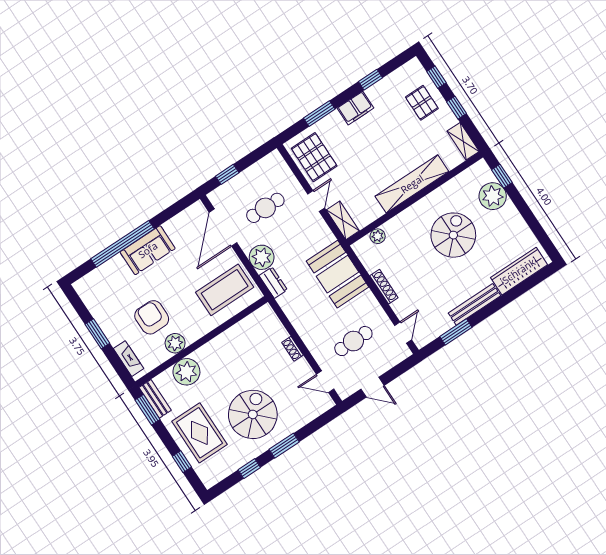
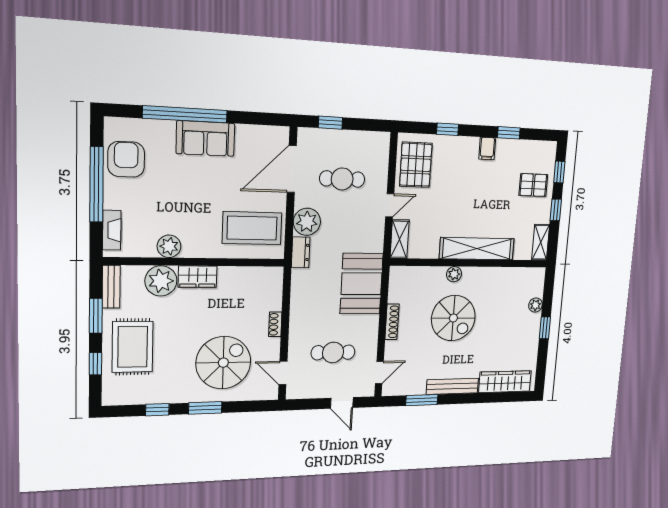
pallet: (422, 103) -> (533, 185), turned 90
filing cabinet: (356, 108) -> (487, 148), width x0.50
window: (319, 114) -> (448, 129), width x0.67
window: (502, 176) -> (545, 328), moved
plant: (493, 196) -> (536, 305), width x0.53, depth x0.53
spiral stairs: (453, 235) -> (453, 318), moved, turned 90
plant: (378, 236) -> (454, 274), moved
armchair: (152, 317) -> (126, 159), moved
window: (97, 334) -> (97, 184), width x2.11
wardrobe: (210, 351) -> (198, 277), added
door: (372, 387) -> (342, 403), moved
window: (148, 410) -> (96, 316), moved
spiral stairs: (253, 414) -> (223, 363), moved

